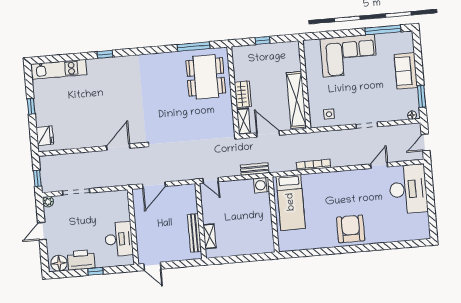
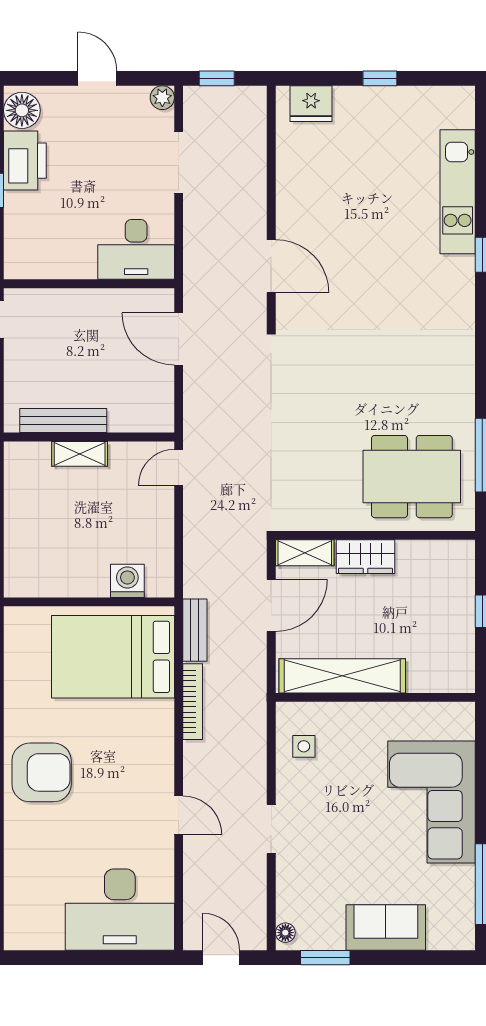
kitchen unit: (59, 69) -> (458, 192), moved
door: (379, 165) -> (179, 815), moved
bench: (255, 169) -> (195, 630), moved
washing machine: (262, 185) -> (127, 581), moved
bed: (291, 202) -> (113, 657), width x1.50
shelving: (210, 236) -> (80, 454), moved
desk: (119, 239) -> (136, 249), moved

